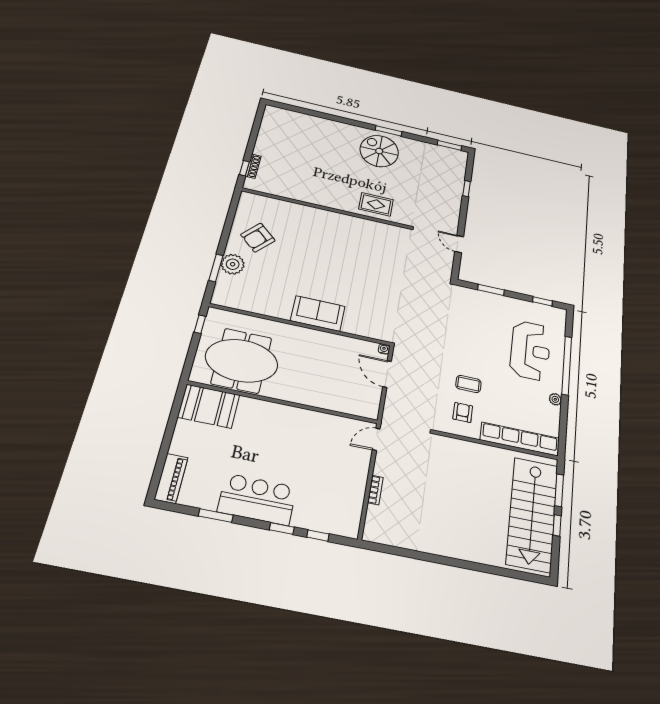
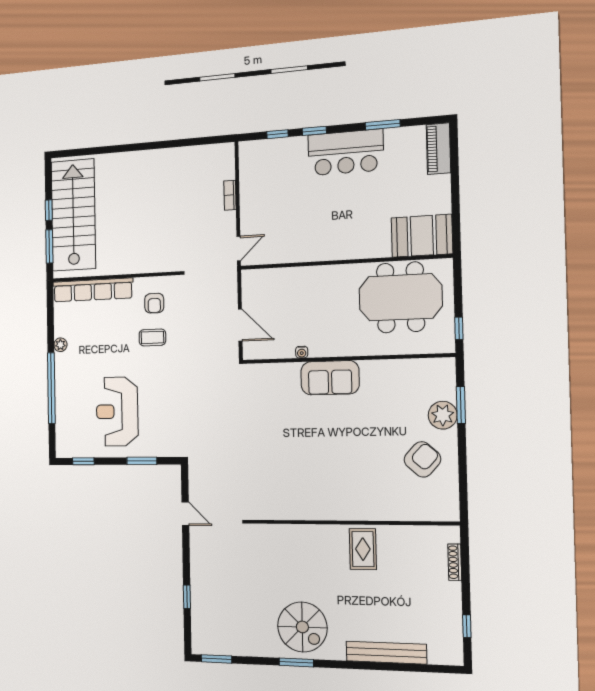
bench: (320, 123) -> (386, 653), added
window: (244, 168) -> (467, 626), moved
rug: (376, 204) -> (363, 549), moved, turned 90
water cooler: (384, 349) -> (302, 352), moved
reception desk: (530, 350) -> (117, 412), moved

